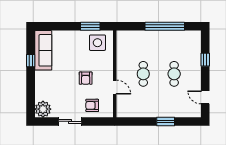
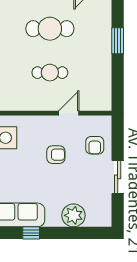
cafe table: (174, 74) -> (50, 29), width x1.37, depth x1.35
plant: (43, 109) -> (73, 215), moved

